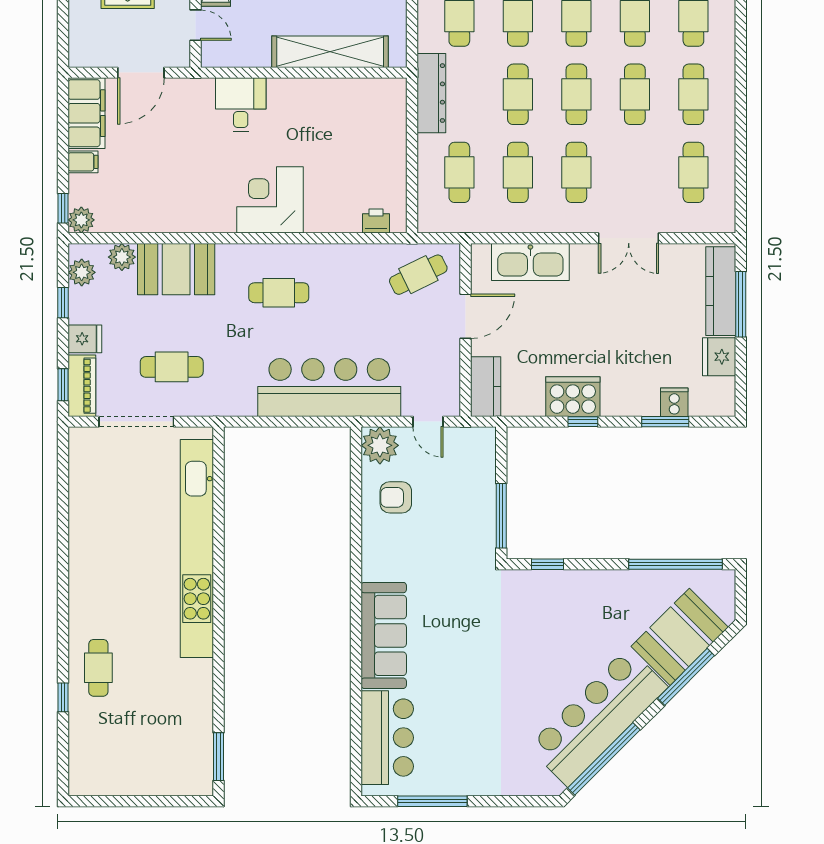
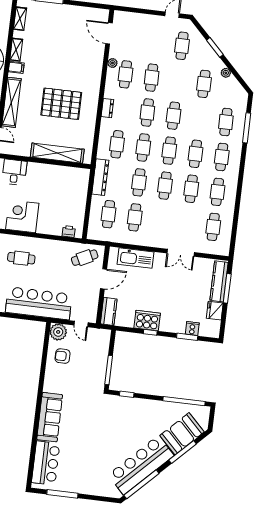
cafe table: (576, 172) -> (161, 221), removed

